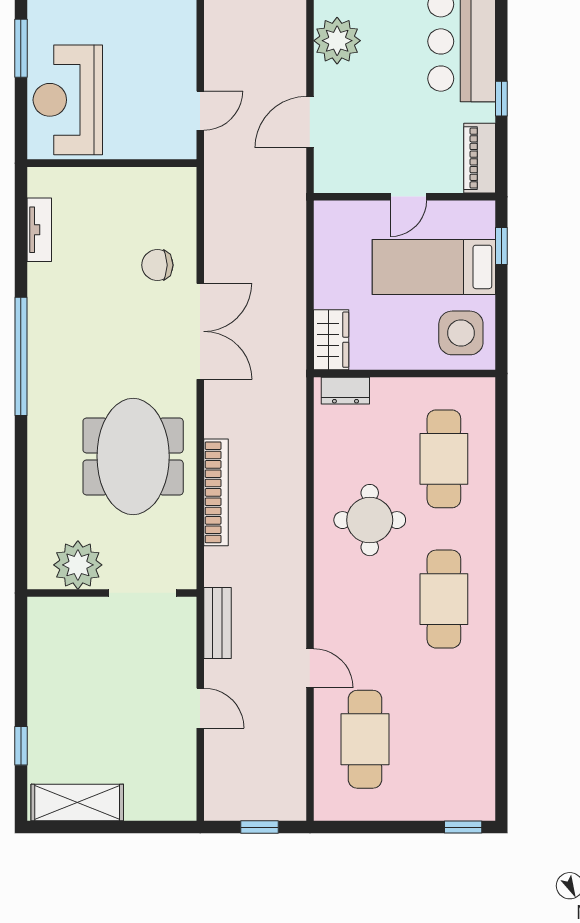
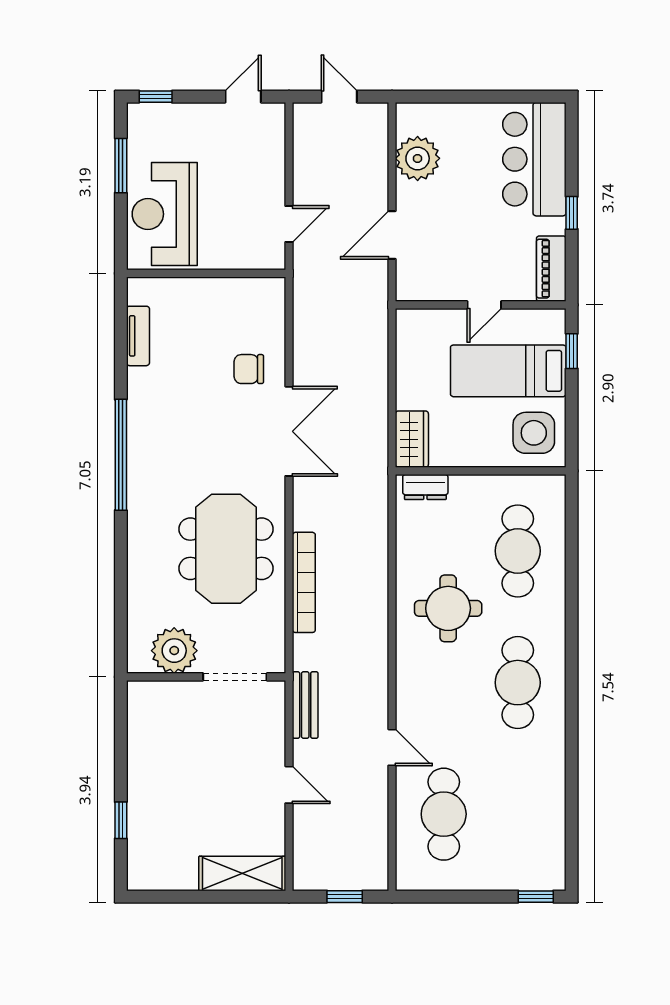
shelving: (77, 802) -> (242, 874), moved

